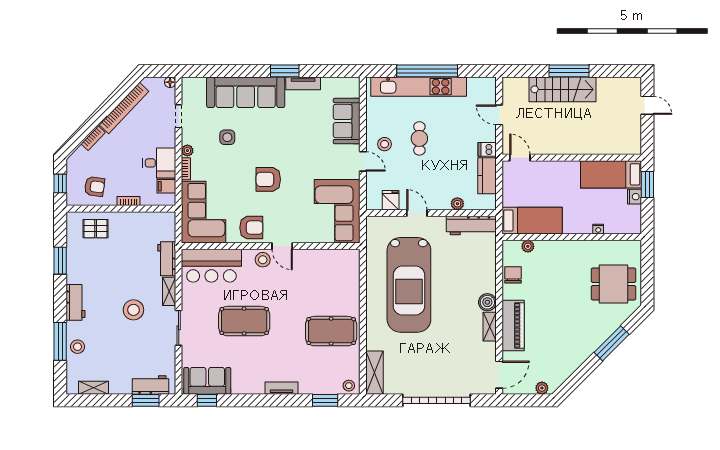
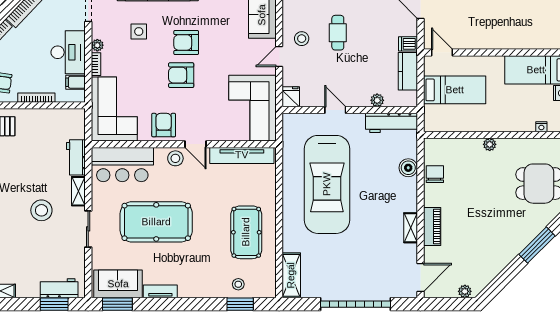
armchair: (273, 148) -> (186, 42), added
door: (363, 161) -> (279, 56), swing flipped
desk: (159, 163) -> (68, 52), width x1.37
fridge: (391, 200) -> (291, 97), moved
bookcase: (129, 201) -> (36, 98), width x1.56
bed: (532, 221) -> (455, 90), moved
armchair: (251, 228) -> (164, 125), turned -90
nightstand: (598, 229) -> (541, 127), moved
plant: (528, 246) -> (490, 144), moved
tv unit: (327, 257) -> (242, 155), added
boiler: (487, 302) -> (408, 168), moved
pool table: (244, 321) -> (156, 222), width x1.36, depth x1.32
piano: (513, 325) -> (432, 226), width x0.73, depth x0.75
pool table: (331, 331) -> (246, 232), turned 90
stool: (349, 386) -> (238, 284), moved
tv unit: (281, 388) -> (160, 291), moved
window: (207, 400) -> (117, 304), width x1.50

